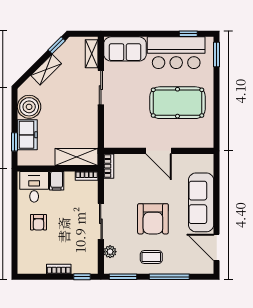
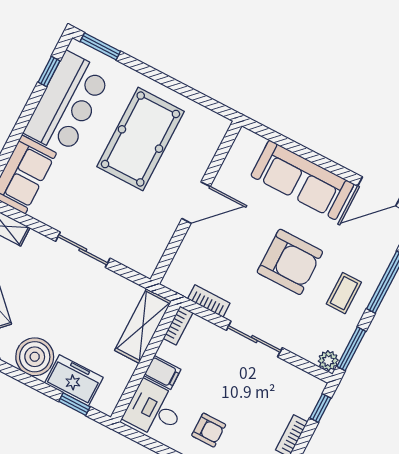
sliding door: (101, 88) -> (83, 250), moved
bookcase: (109, 166) -> (209, 301), moved
plant: (110, 252) -> (328, 361), moved

